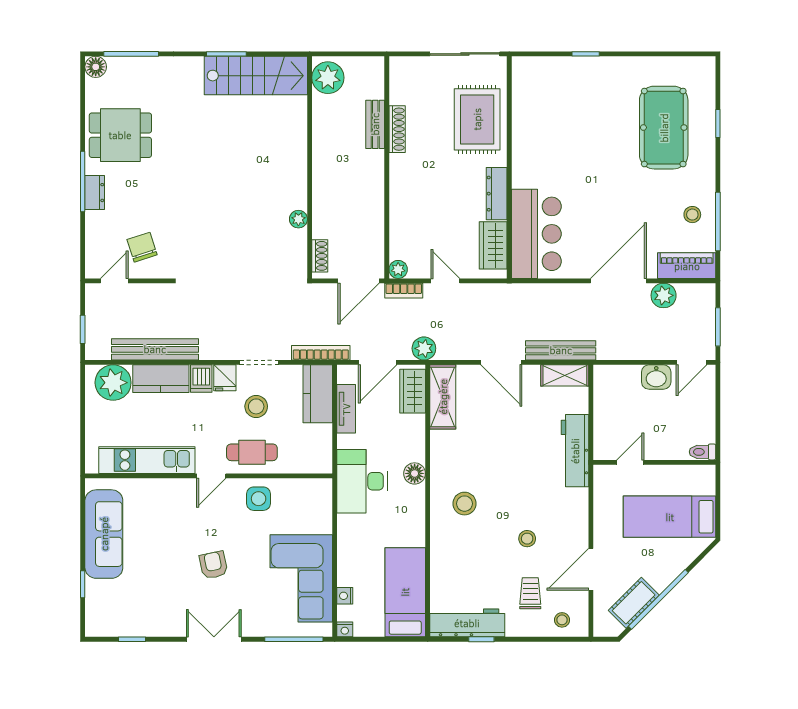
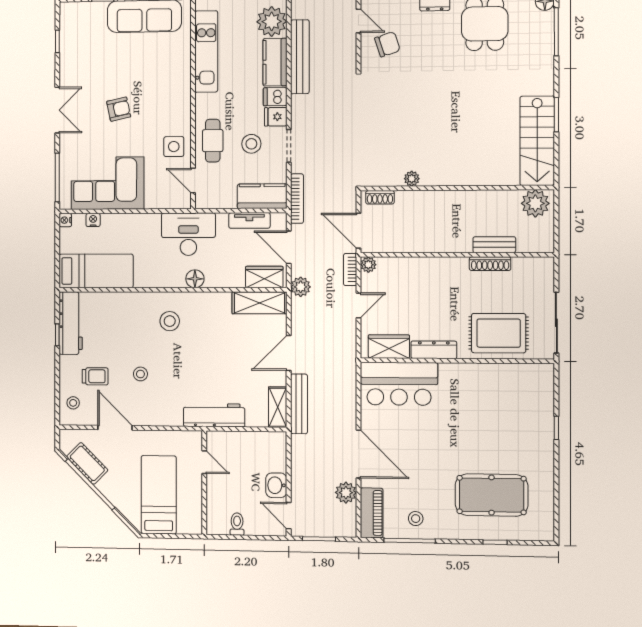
toilet: (702, 452) -> (237, 524), moved
door: (211, 476) -> (193, 180), moved

